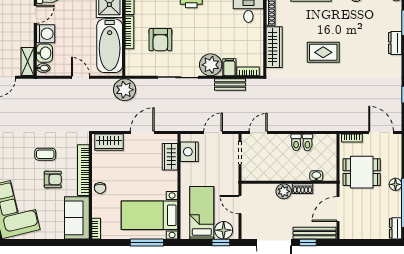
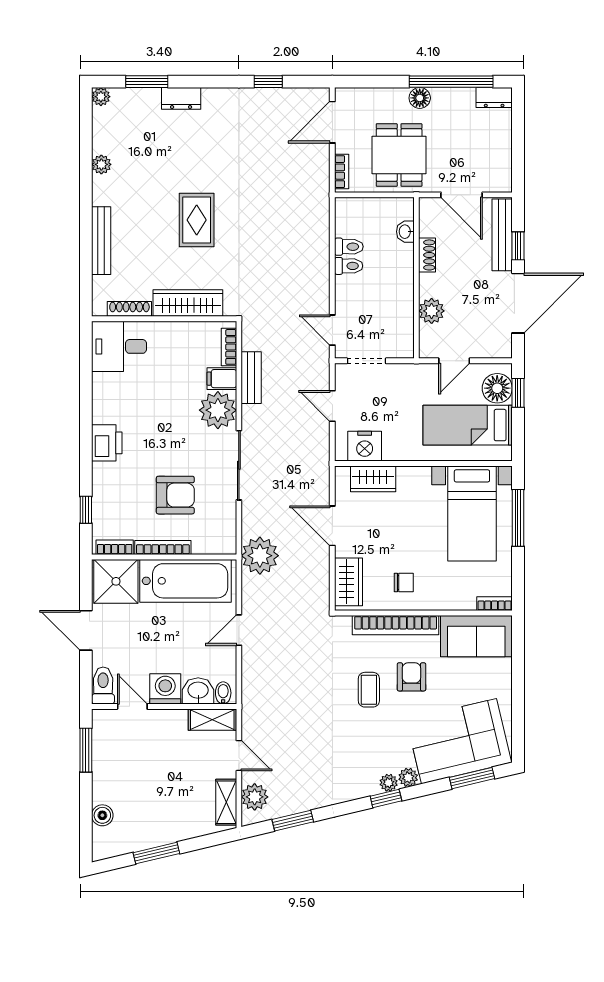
chair: (100, 188) -> (404, 583), moved
plant: (284, 191) -> (432, 311), moved

